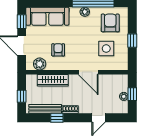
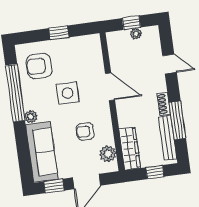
plant: (85, 12) -> (31, 117), moved
side table: (106, 49) -> (68, 93), moved
door: (88, 72) -> (110, 87), hinge flipped
wardrobe: (53, 80) -> (130, 148), moved
window: (57, 118) -> (177, 120), width x2.17

